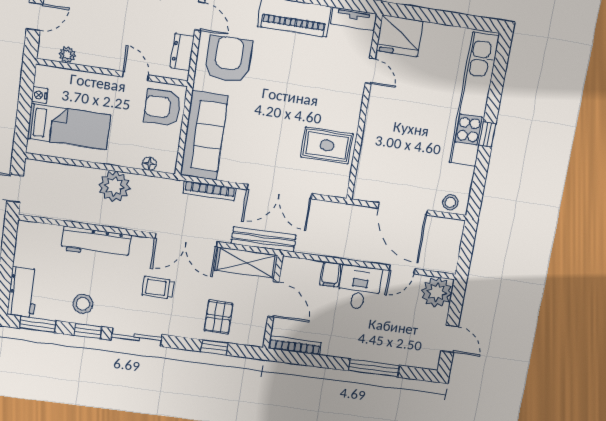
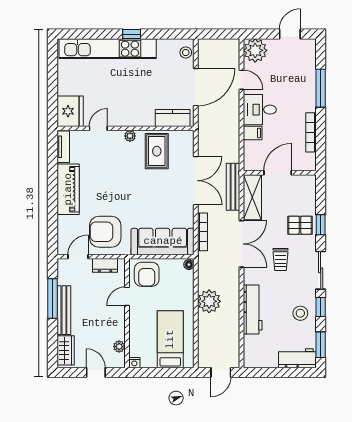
nightstand: (40, 95) -> (134, 363), moved
plant: (353, 112) -> (130, 136), added
floor lamp: (149, 164) -> (189, 265), moved
kitchen counter: (367, 173) -> (173, 118), added
pallet: (219, 317) -> (300, 225), moved
bookcase: (295, 345) -> (311, 132), moved
window: (214, 347) -> (321, 225), moved

